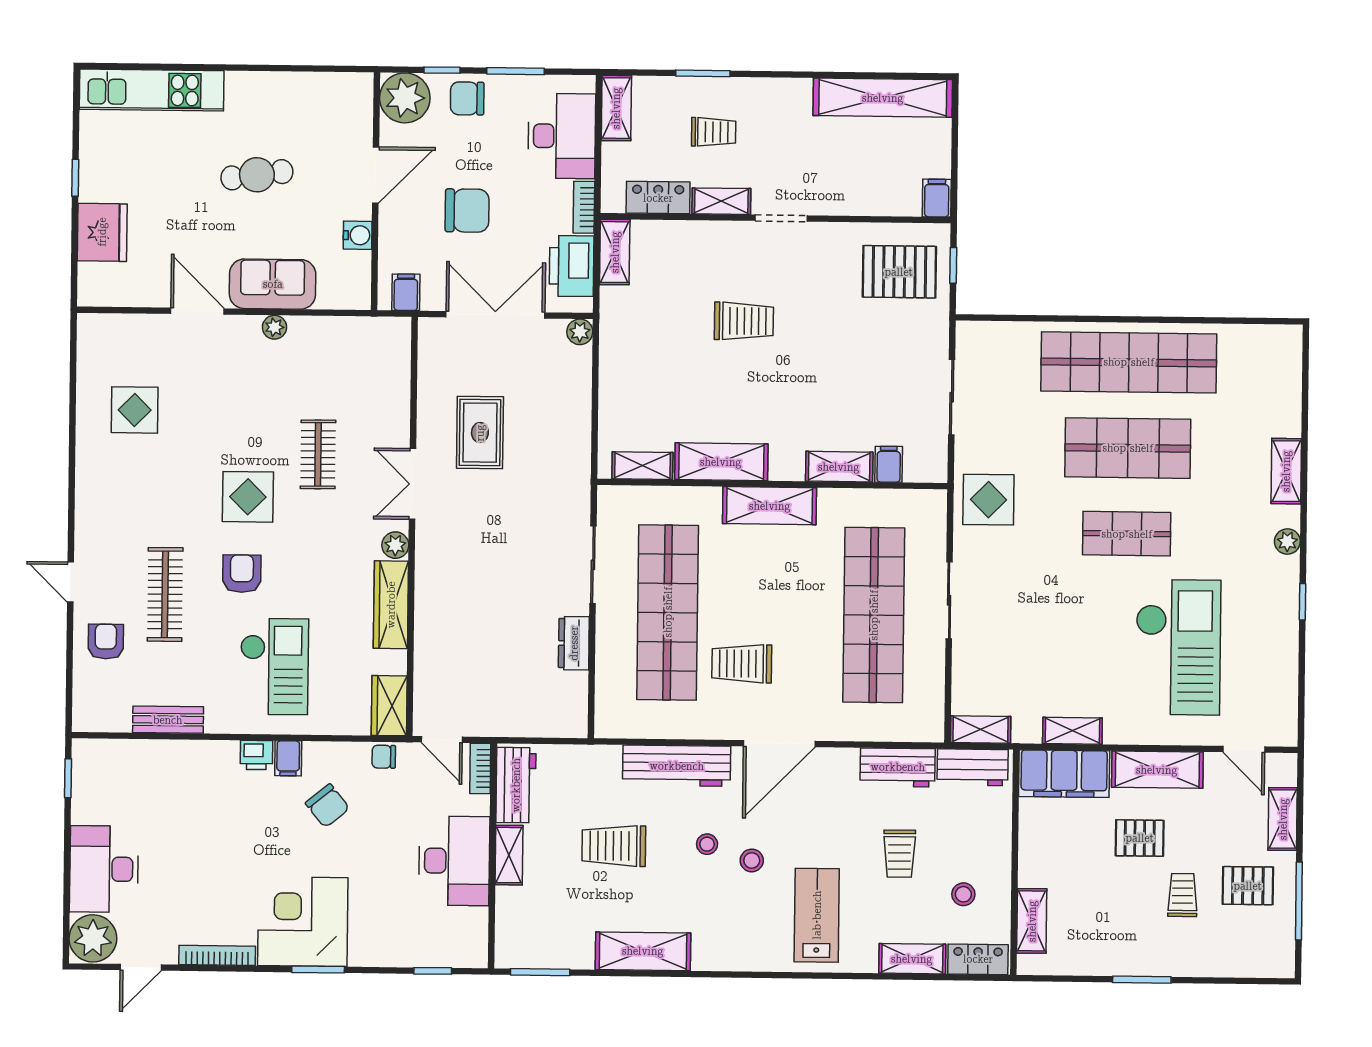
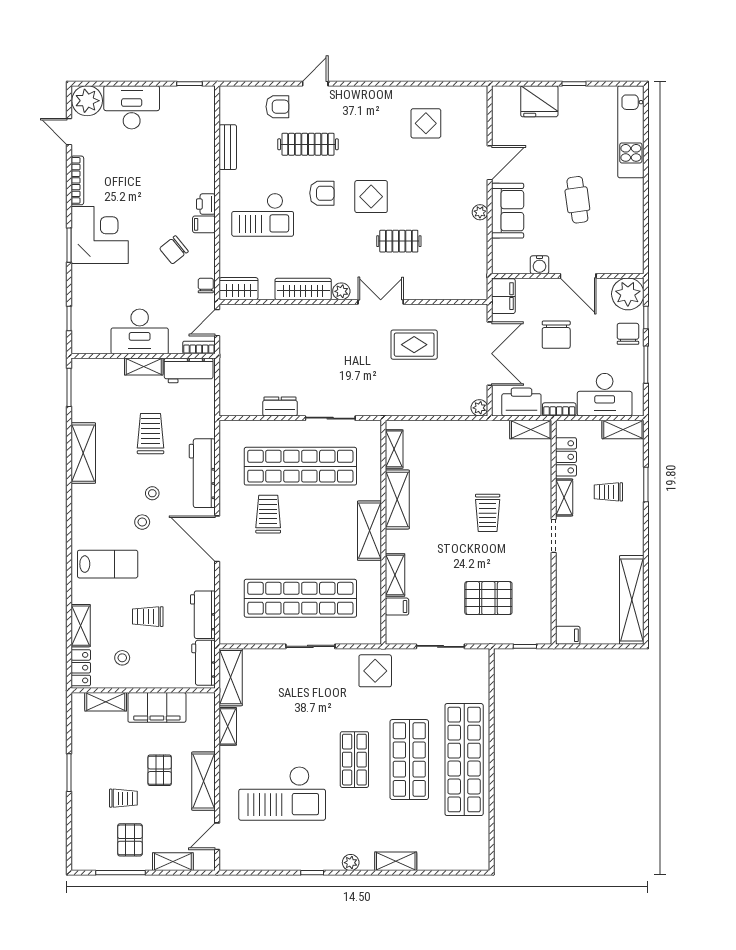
trolley: (714, 132) -> (608, 492), turned 90
pallet: (899, 272) -> (488, 598), moved, turned 90
filing cabinet: (406, 292) -> (503, 296), width x2.00
shelving: (981, 730) -> (231, 677), width x1.50, depth x1.33
filing cabinet: (1064, 774) -> (157, 707), moved, turned -90

